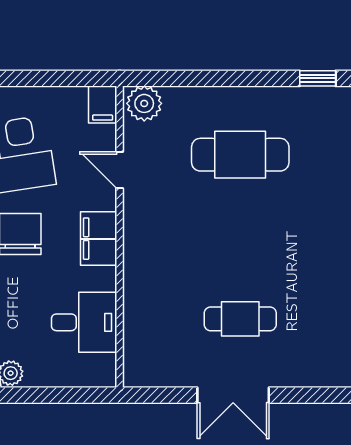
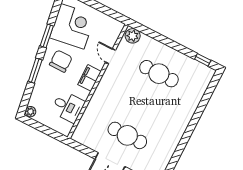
filing cabinet: (103, 105) -> (117, 28), removed
cafe table: (240, 319) -> (127, 135), width x1.37, depth x1.35

